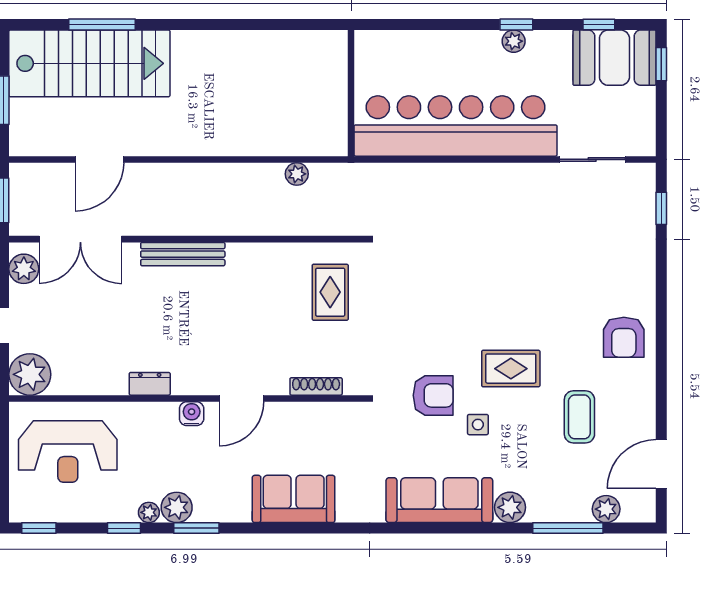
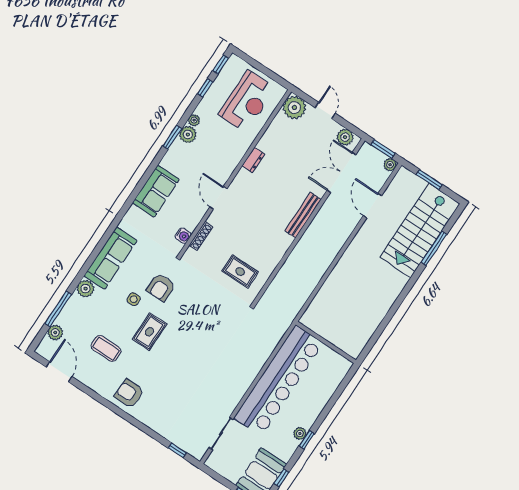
plant: (297, 174) -> (390, 165), moved
water cooler: (192, 414) -> (183, 236), moved
reception desk: (68, 452) -> (247, 101), turned 180
window: (124, 528) -> (205, 88), moved

